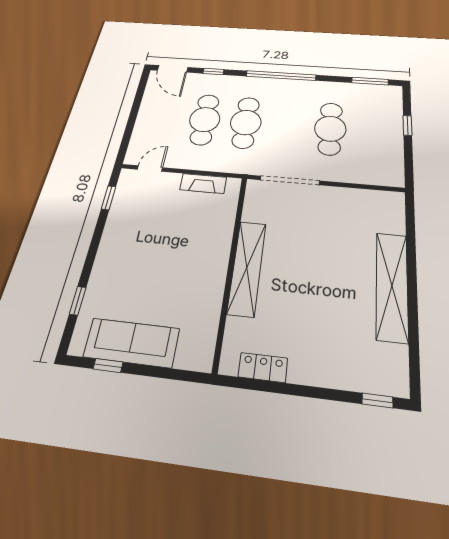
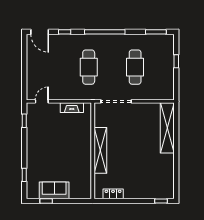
cafe table: (205, 119) -> (65, 67), removed
shelving: (392, 286) -> (167, 128), moved
sofa: (132, 343) -> (54, 190), width x0.73

